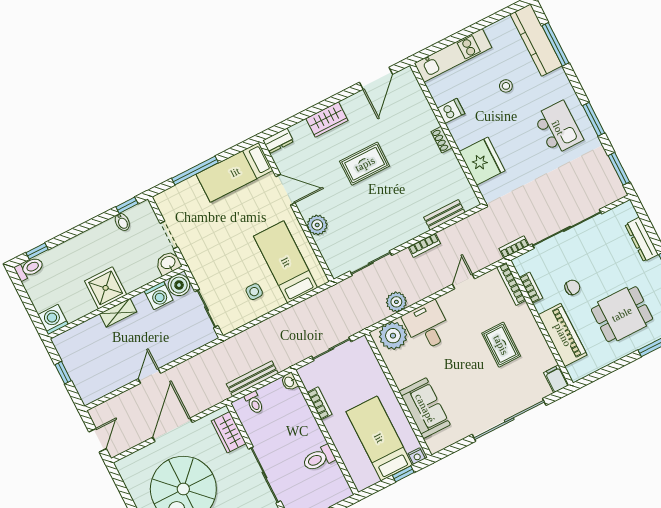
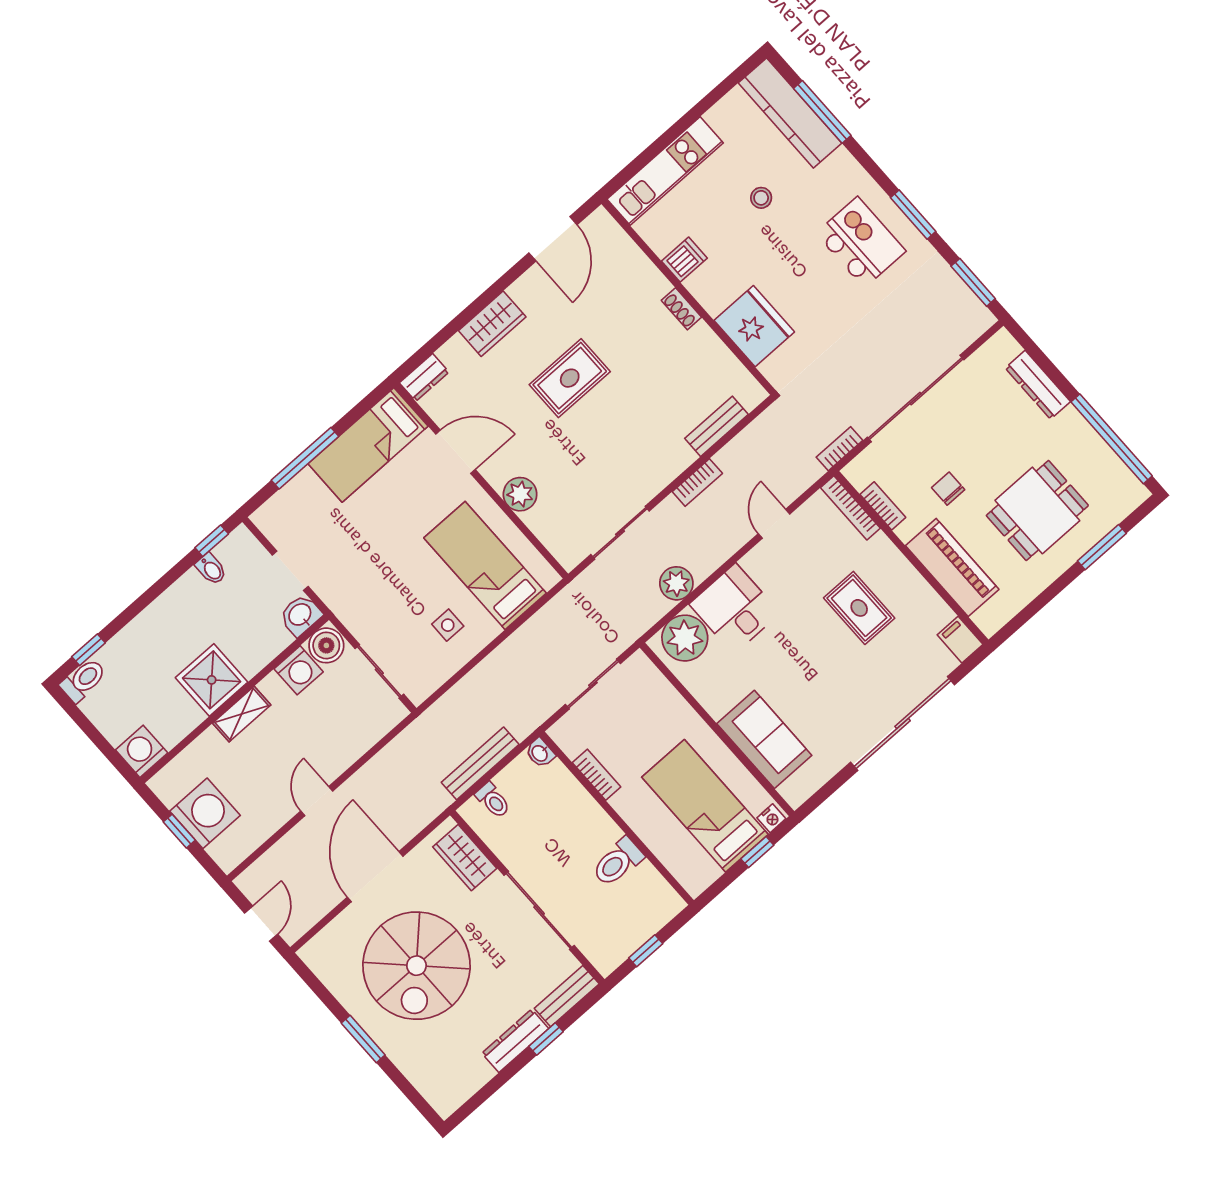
chair: (572, 287) -> (948, 489), turned -90
washing machine: (81, 366) -> (205, 813), added

